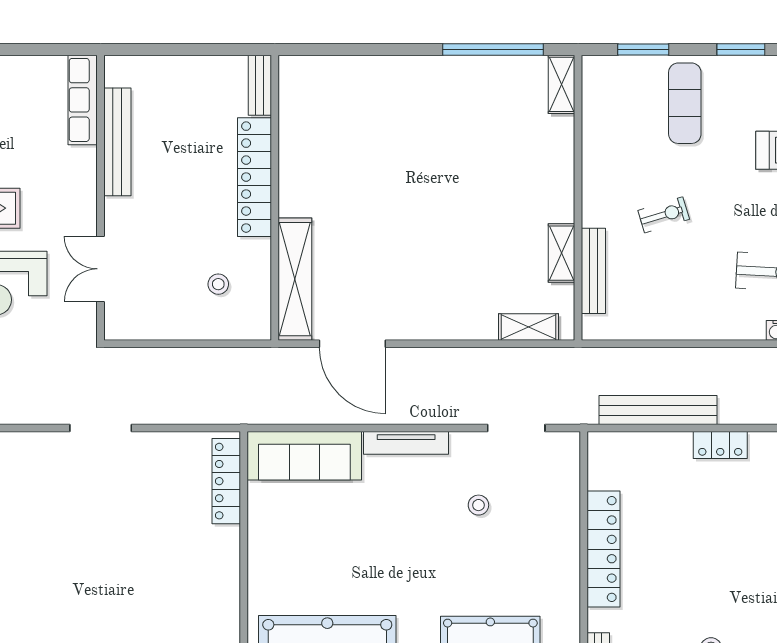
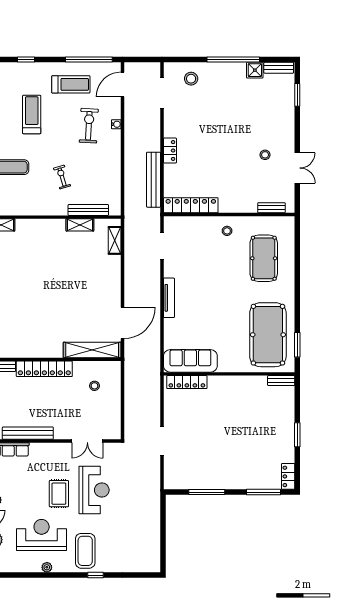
sofa: (304, 456) -> (190, 361), moved, turned -90
stool: (478, 505) -> (227, 231), moved
locker: (603, 549) -> (191, 205), moved

